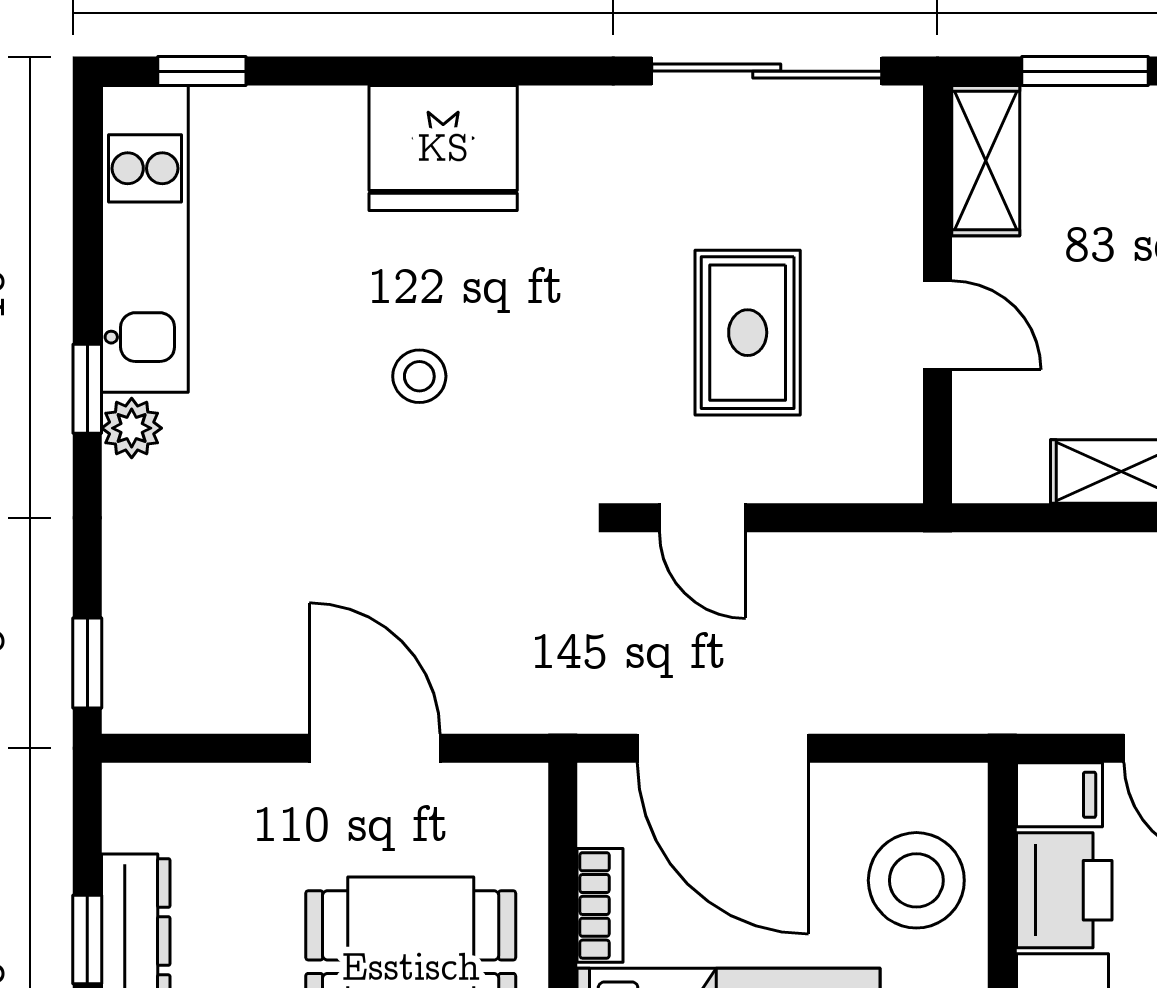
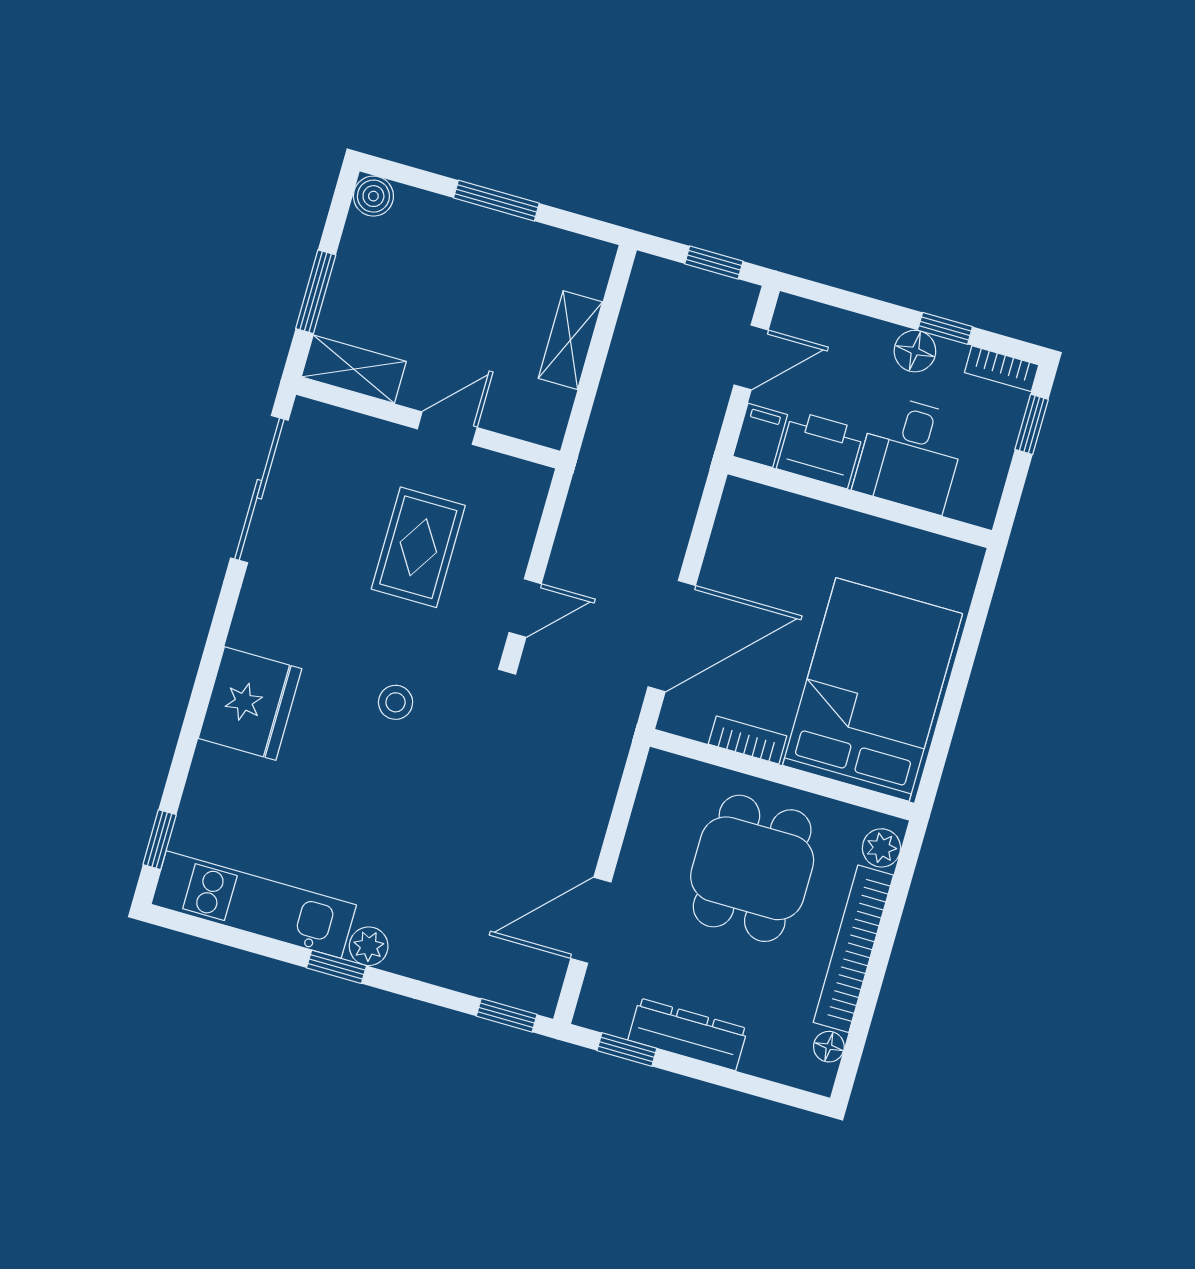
rug: (748, 333) -> (418, 547), turned 90
stool: (419, 376) -> (396, 702), moved
door: (375, 748) -> (591, 920), moved
stool: (916, 880) -> (788, 539), removed
window: (87, 939) -> (627, 1050), moved

